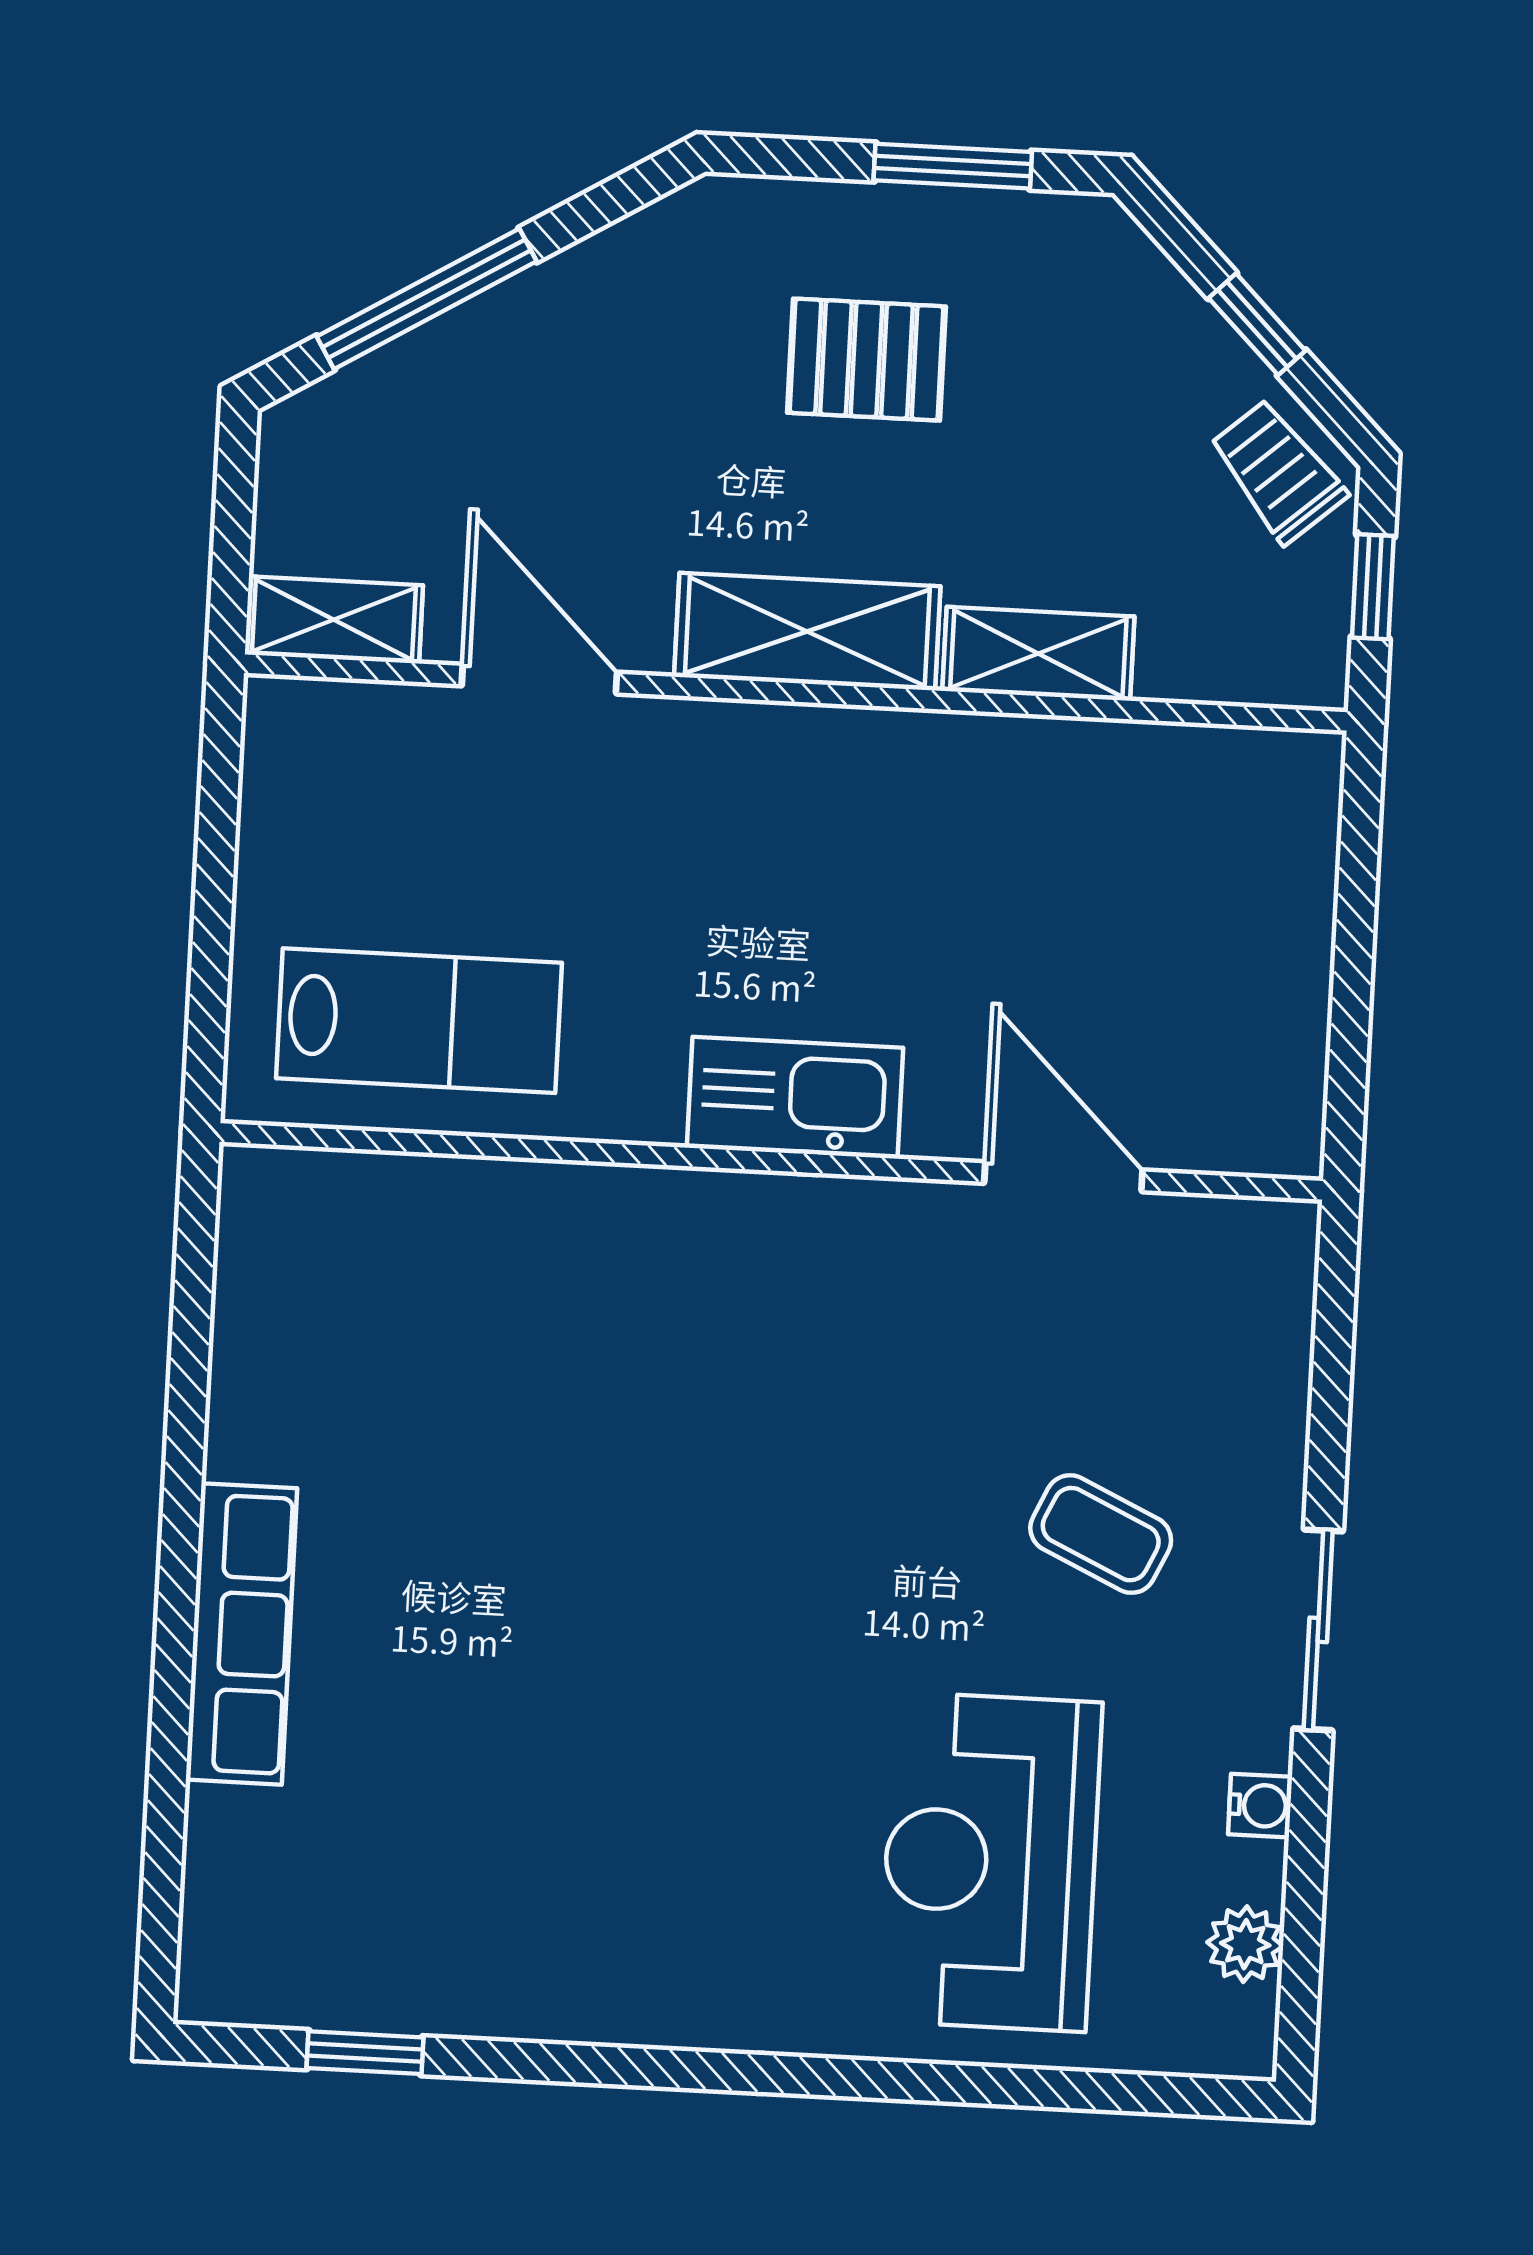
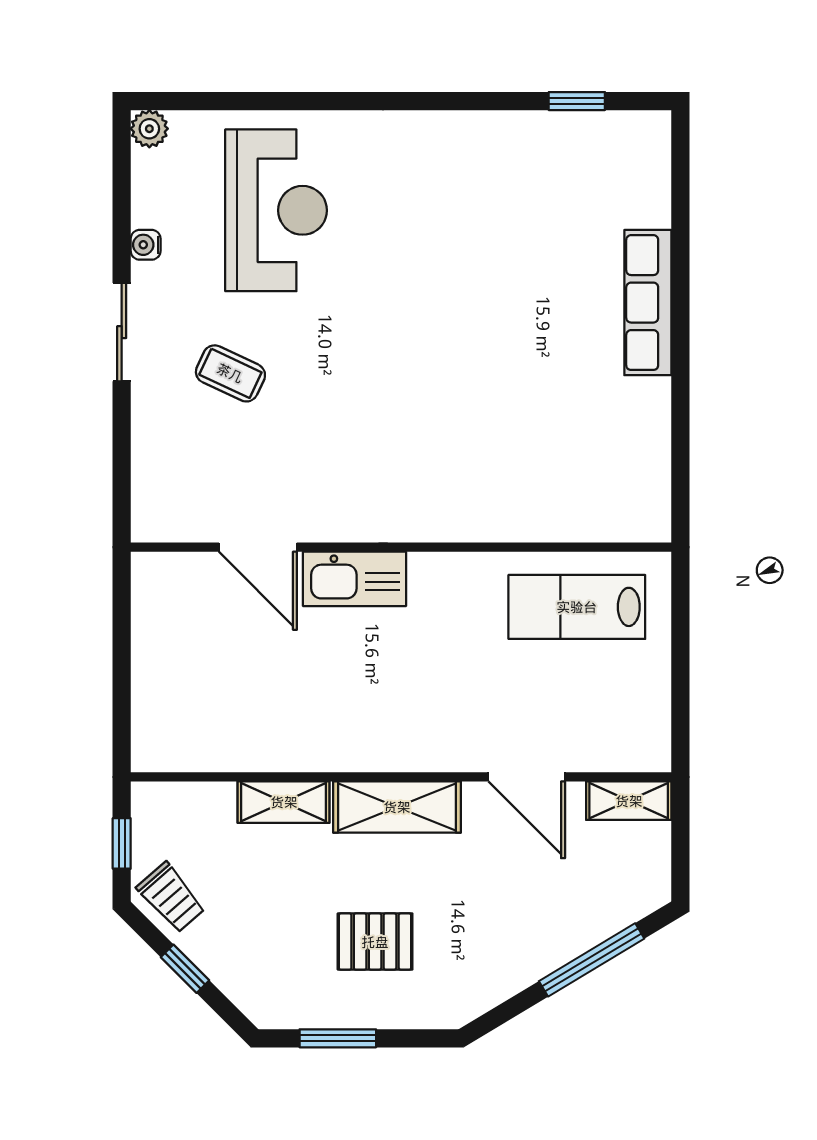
kitchen sink: (795, 1098) -> (355, 579), moved
plant: (1245, 1944) -> (149, 129), moved

